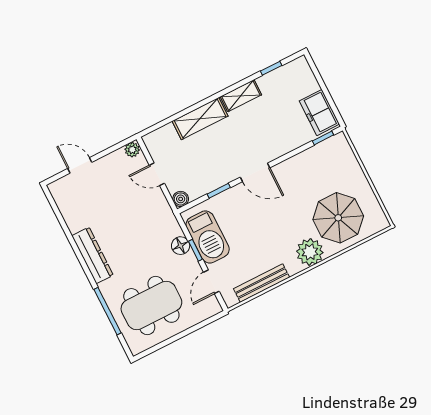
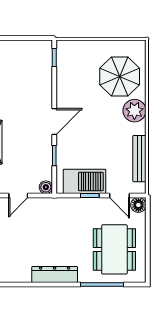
freezer: (319, 113) -> (34, 51), removed
floor lamp: (181, 246) -> (138, 205), moved

